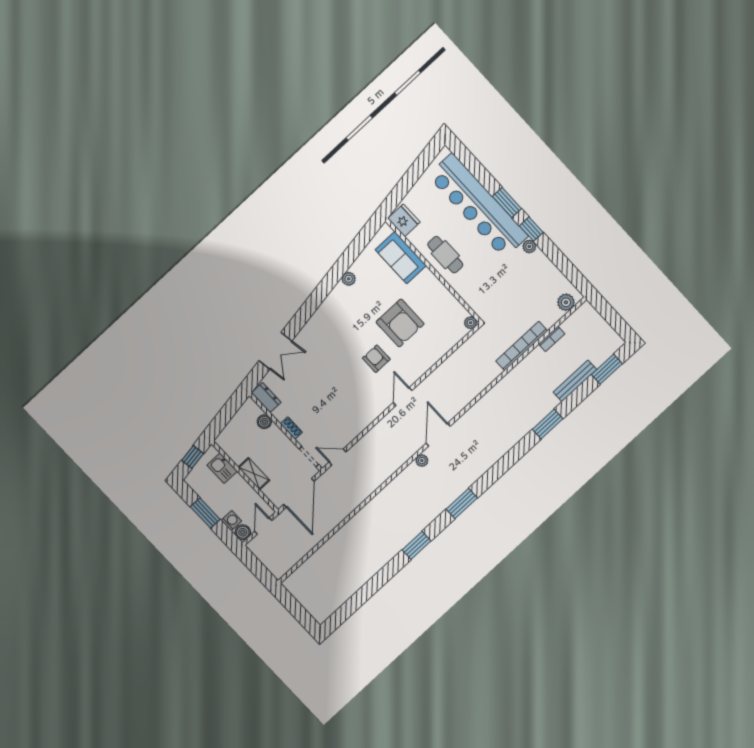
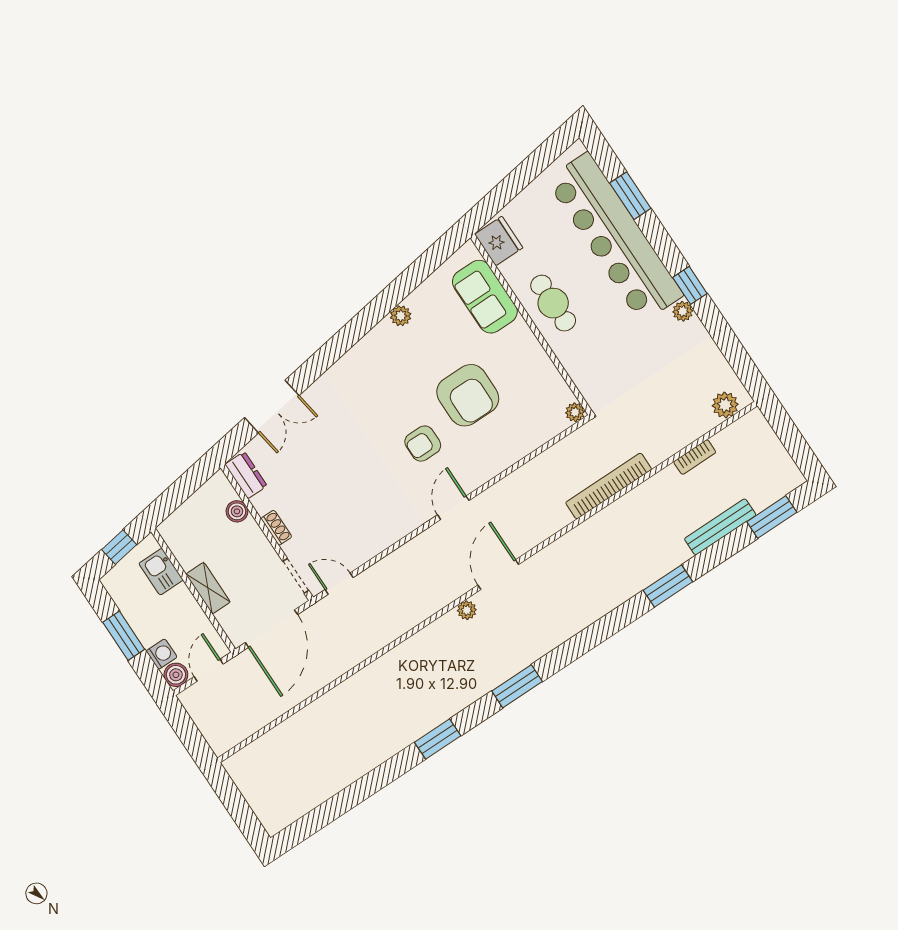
window: (507, 202) -> (630, 196), moved
bookcase: (522, 346) -> (609, 486), moved
armchair: (376, 359) -> (423, 444), turned -90

